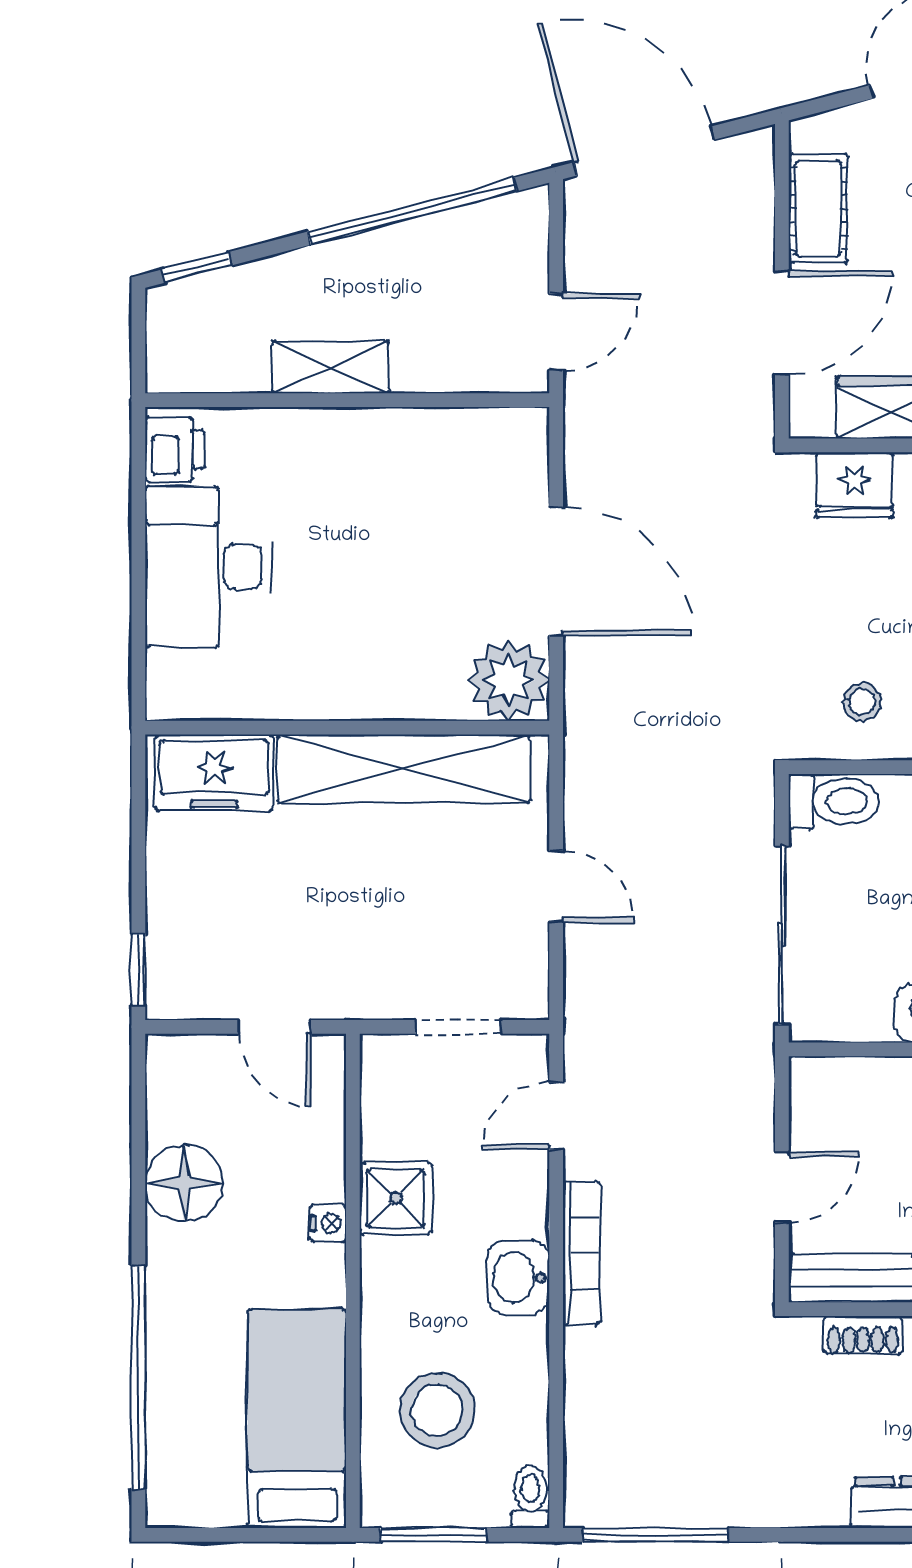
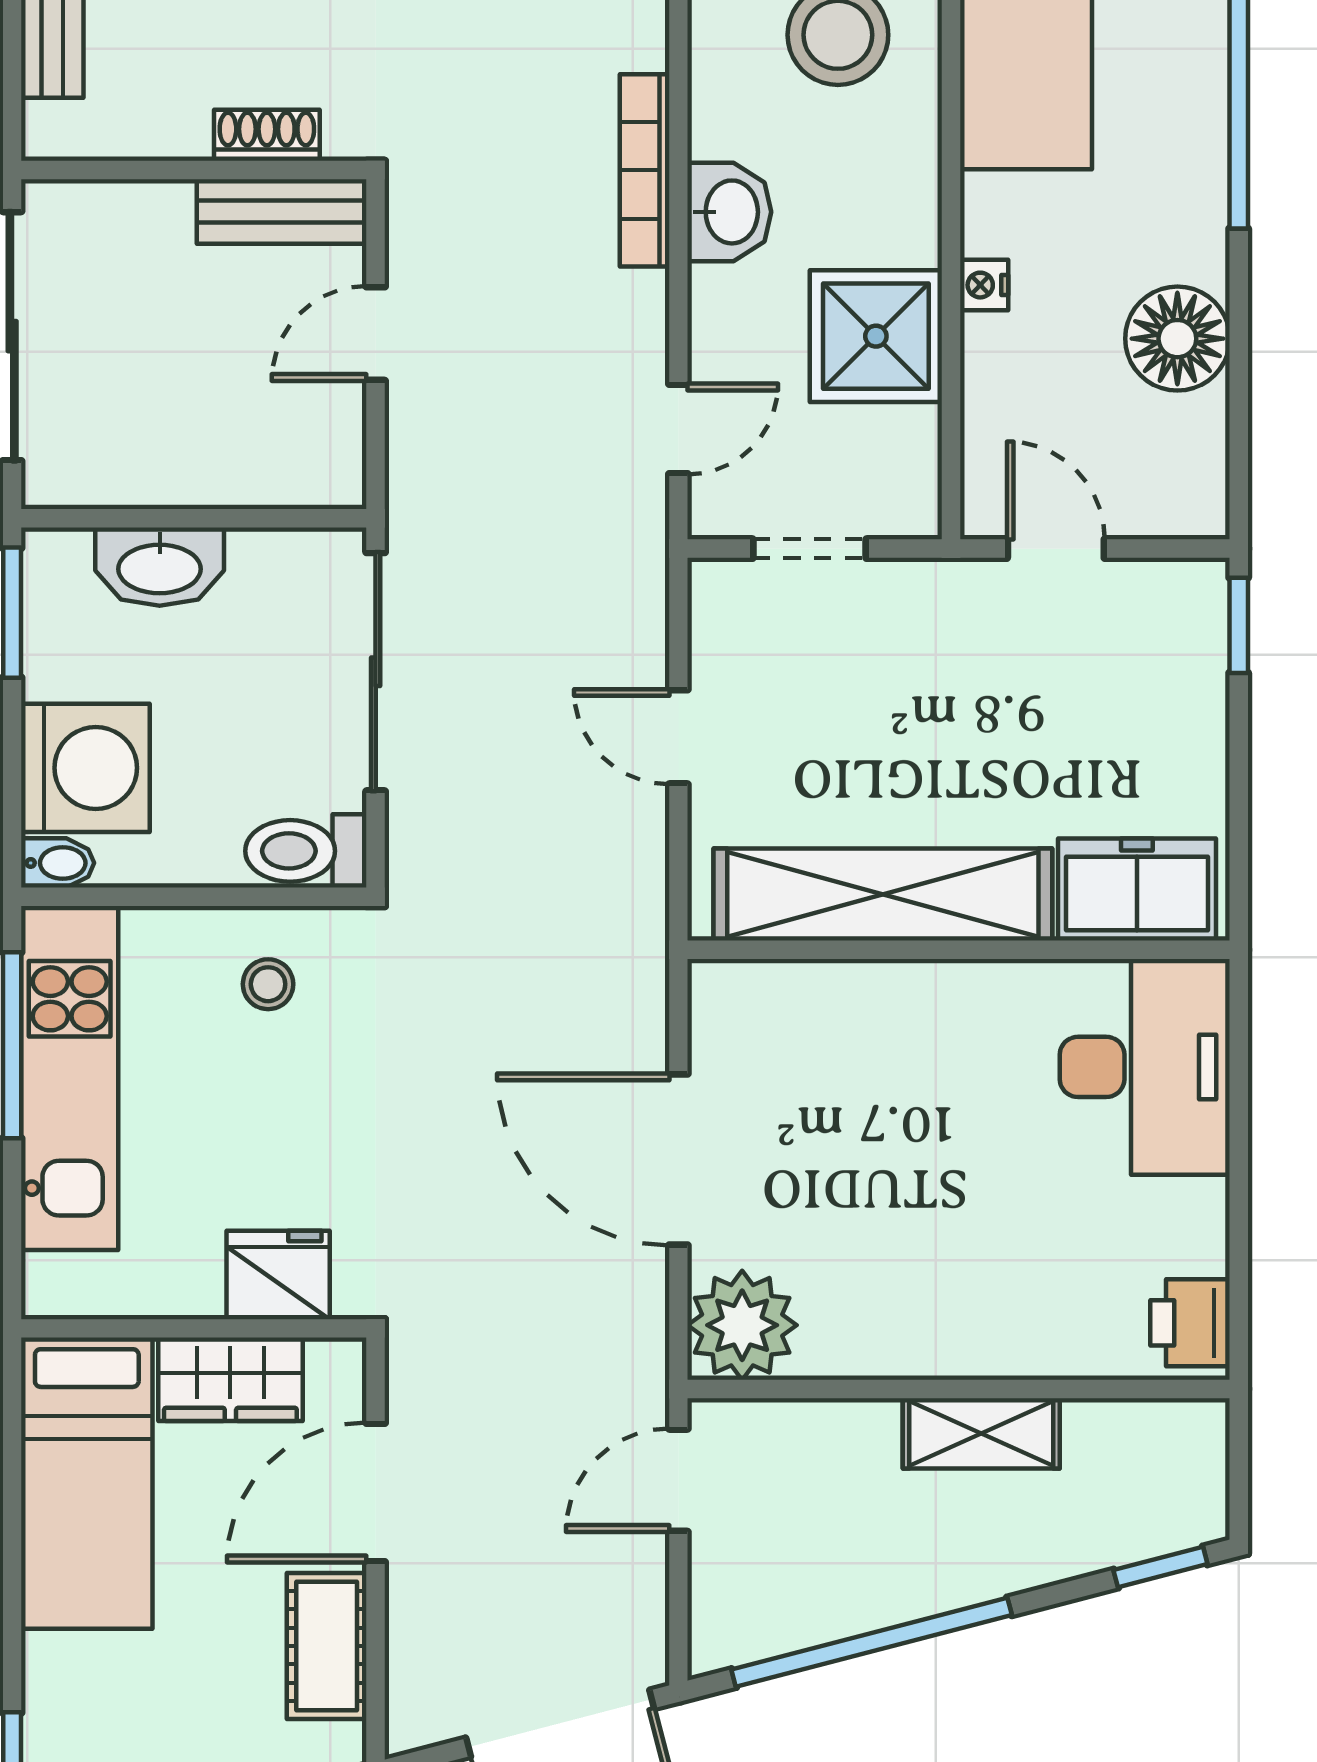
desk: (208, 567) -> (1145, 1067), moved
plant: (509, 680) -> (742, 1325), moved
shower: (396, 1198) -> (876, 336), width x1.36, depth x1.36
bookcase: (581, 1253) -> (645, 170), moved

